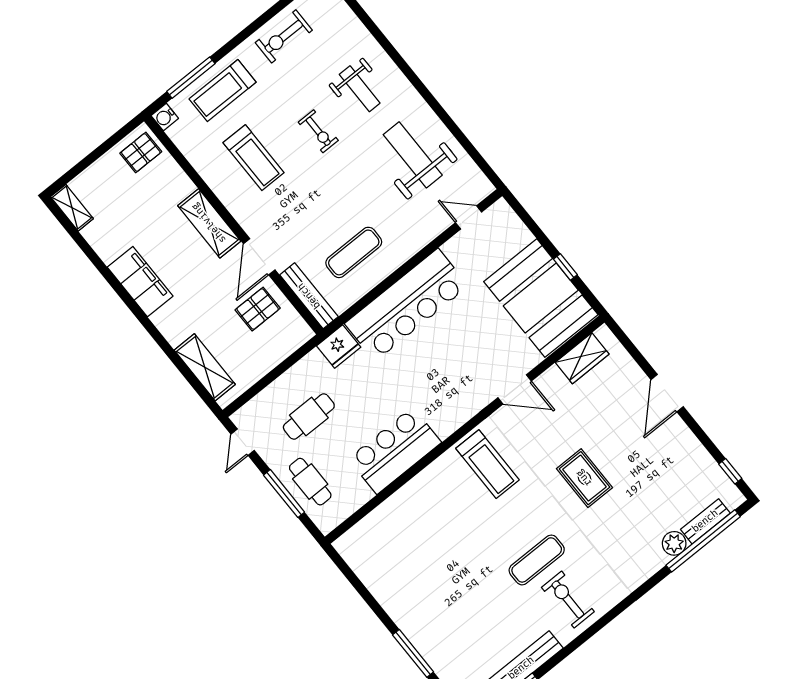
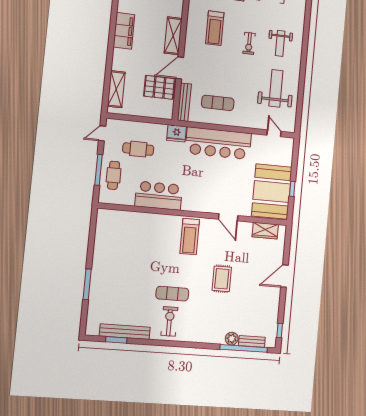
pallet: (258, 309) -> (159, 87), width x1.50, depth x1.42

